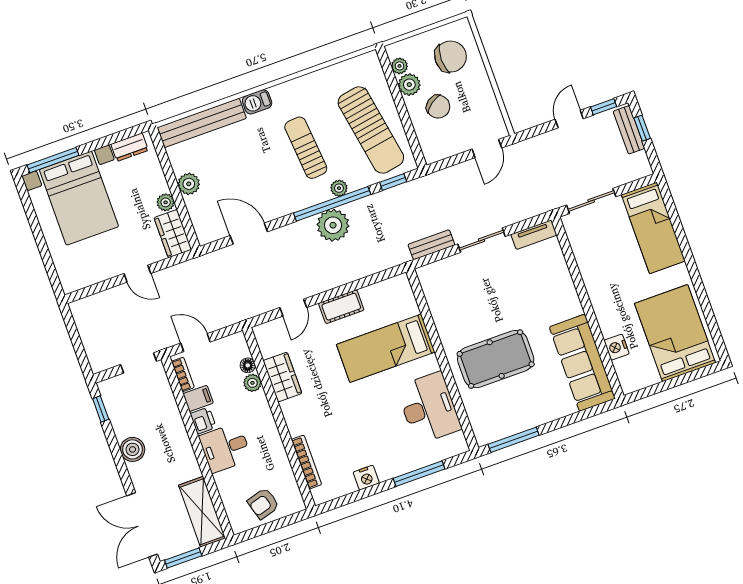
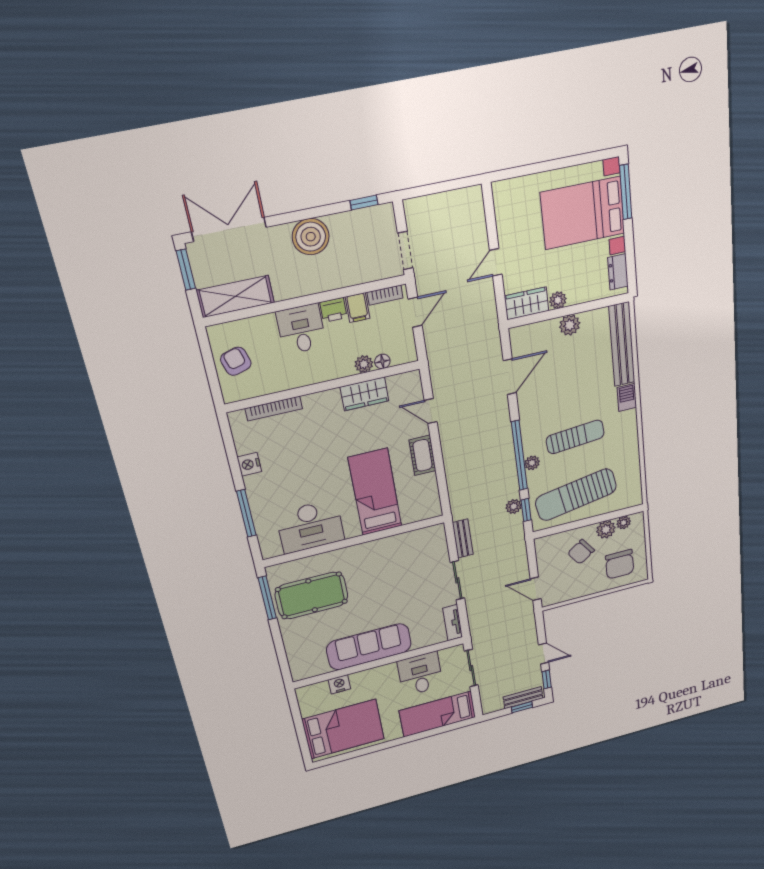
plant: (333, 225) -> (514, 506), moved, width x0.53, depth x0.53
desk: (601, 259) -> (420, 674), added
pool table: (496, 359) -> (312, 595), moved, turned 90
sofa: (582, 363) -> (369, 647), moved
boiler: (133, 449) -> (311, 237), width x1.37, depth x1.37

